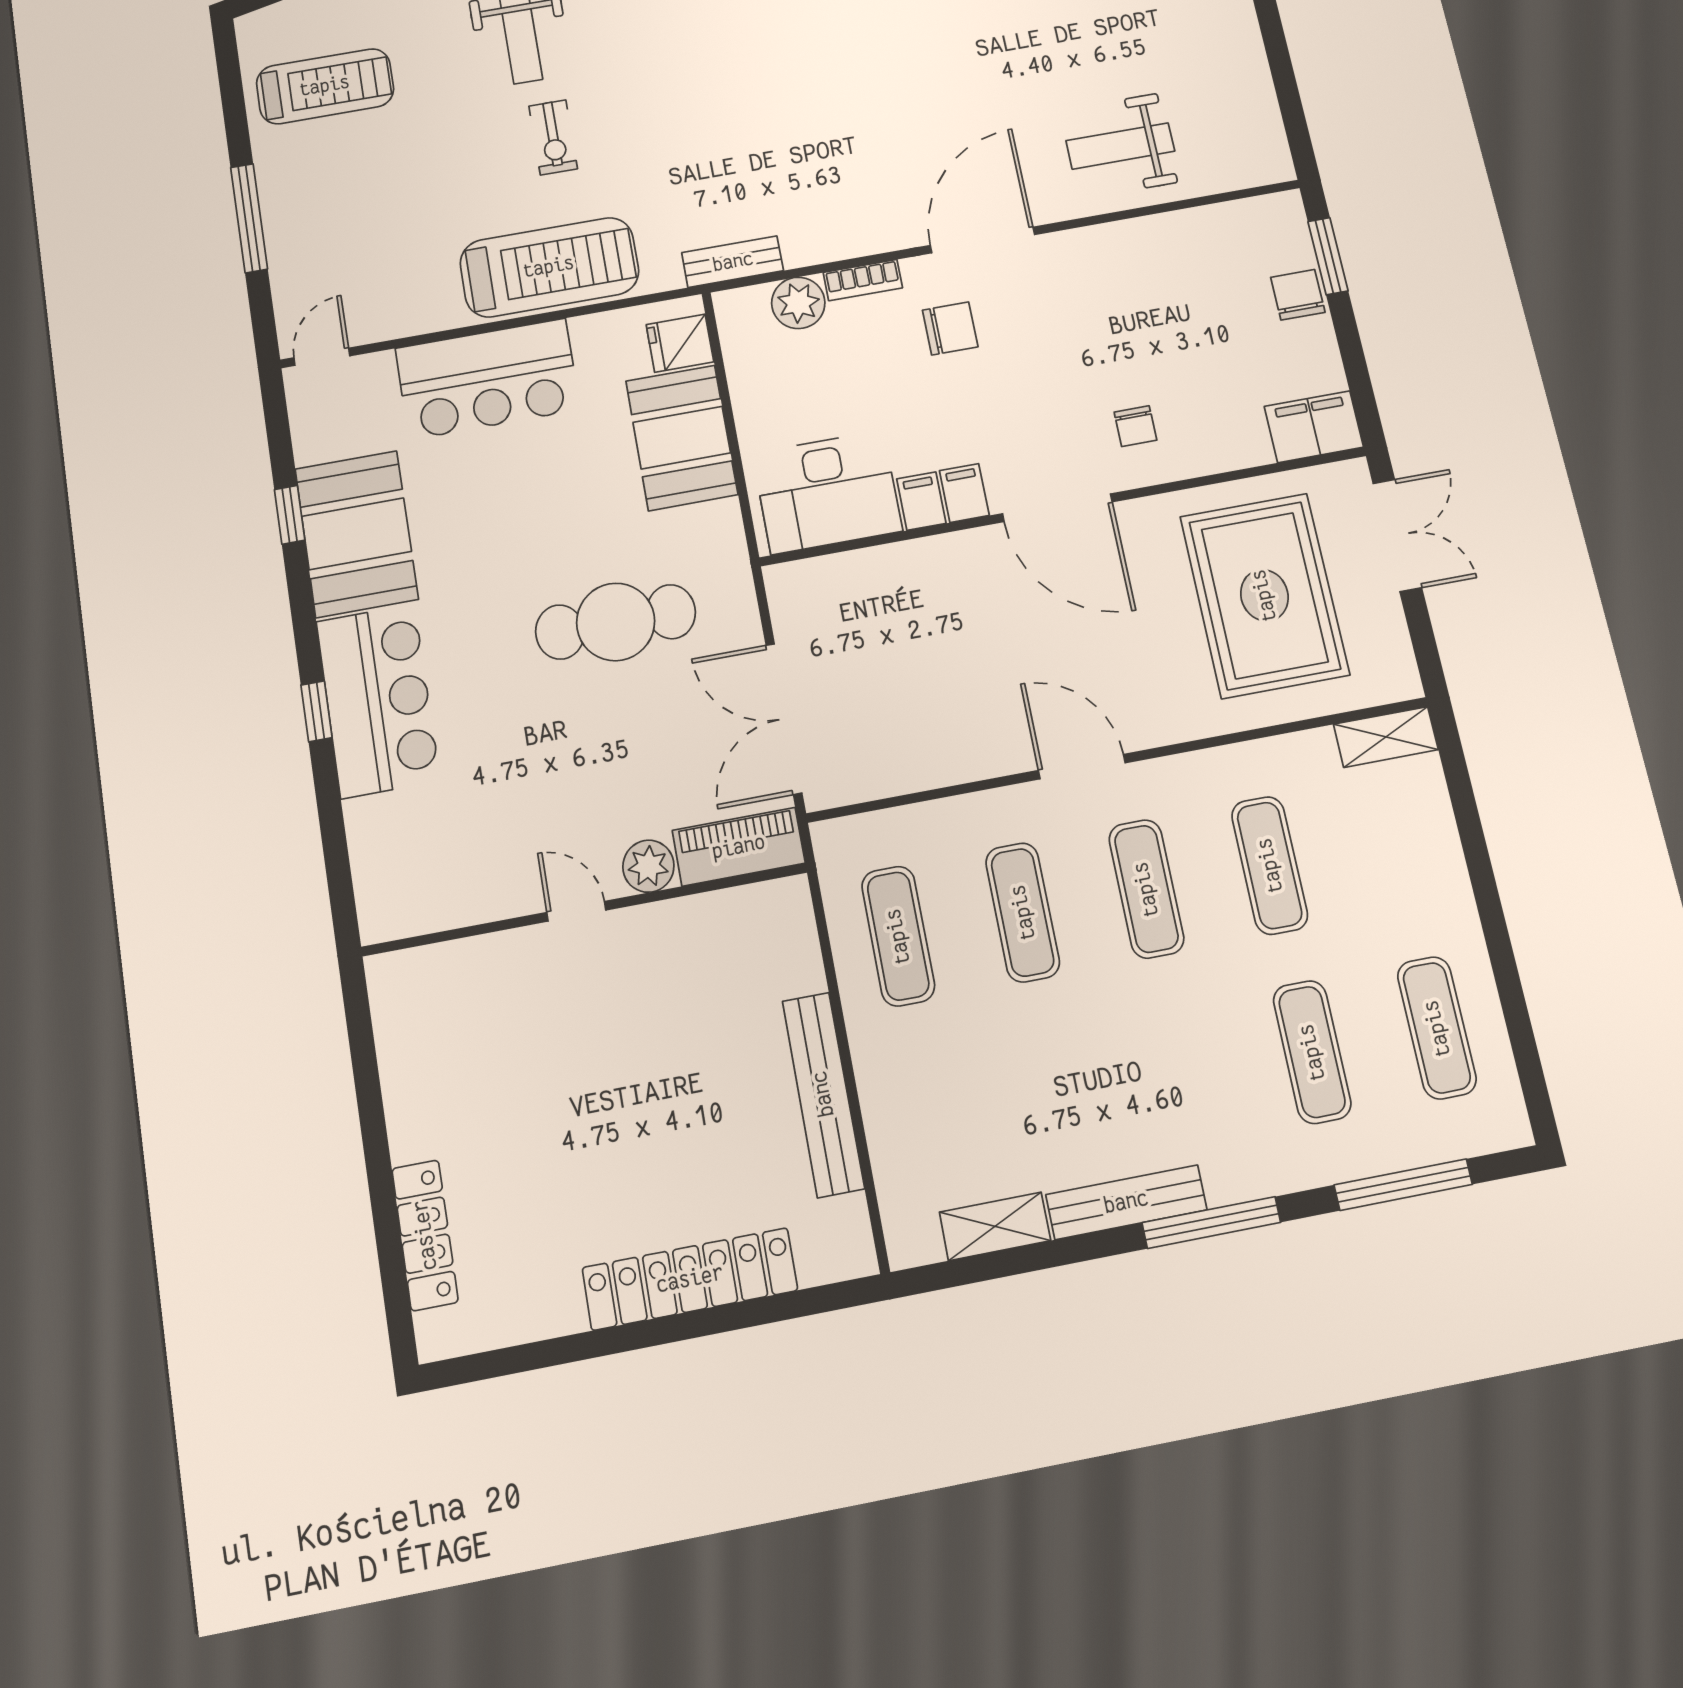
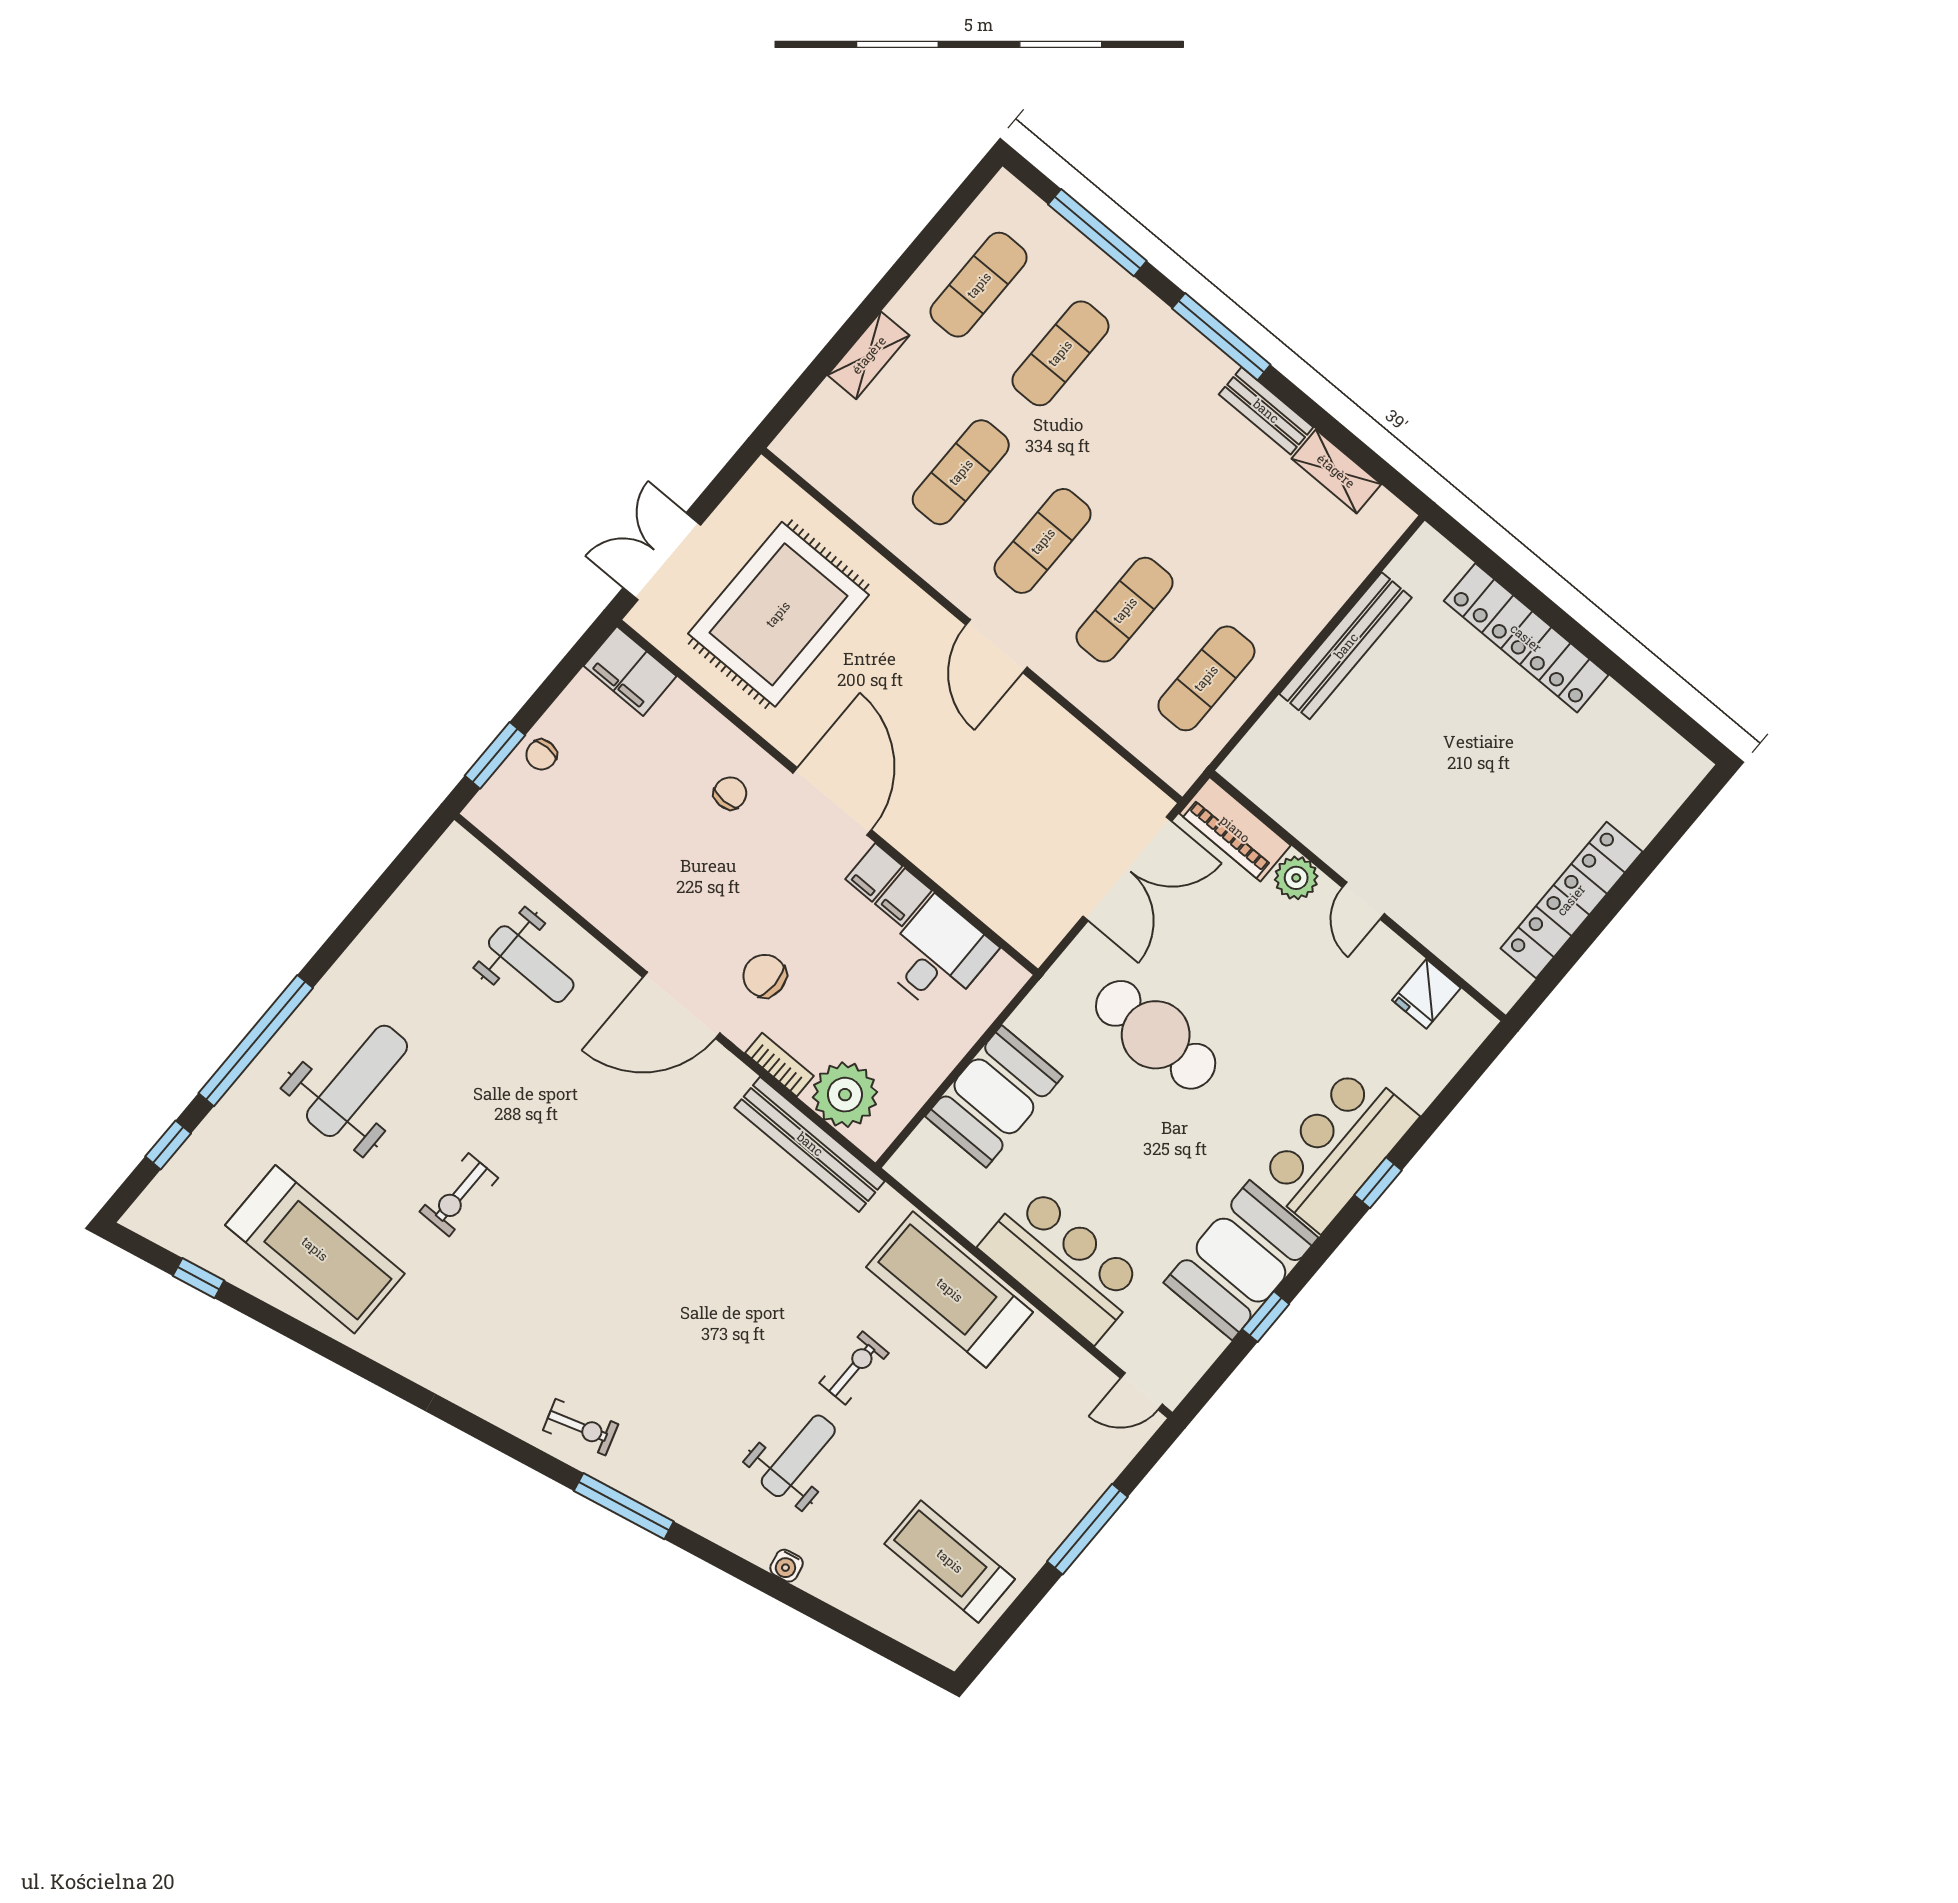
bench: (733, 262) -> (810, 1144), width x1.86, depth x1.21
chair: (1298, 295) -> (541, 755), width x0.73, depth x0.73
plant: (798, 303) -> (845, 1095), width x1.36, depth x1.36
fridge: (680, 343) -> (1426, 994), moved, turned 90
desk: (827, 492) -> (938, 956), width x0.73
shelving: (1386, 737) -> (869, 355), moved, turned 90
bench: (1126, 1202) -> (1266, 411), width x0.73
locker: (425, 1235) -> (1571, 900), moved, width x1.41, depth x1.21

